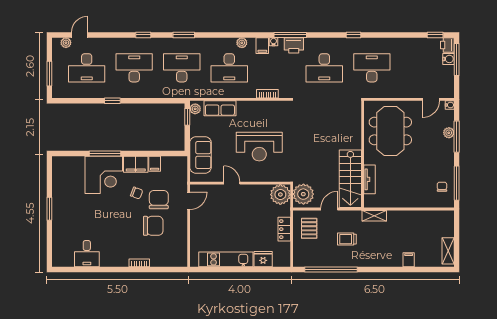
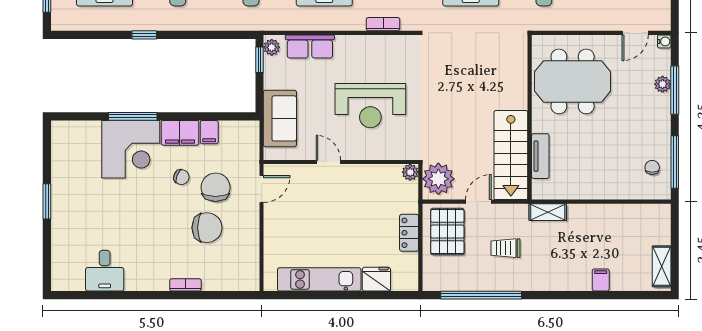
meeting table: (390, 131) -> (573, 81), turned 90
plant: (280, 195) -> (410, 172), width x0.53, depth x0.53
pallet: (309, 228) -> (447, 232), width x1.50, depth x1.42

